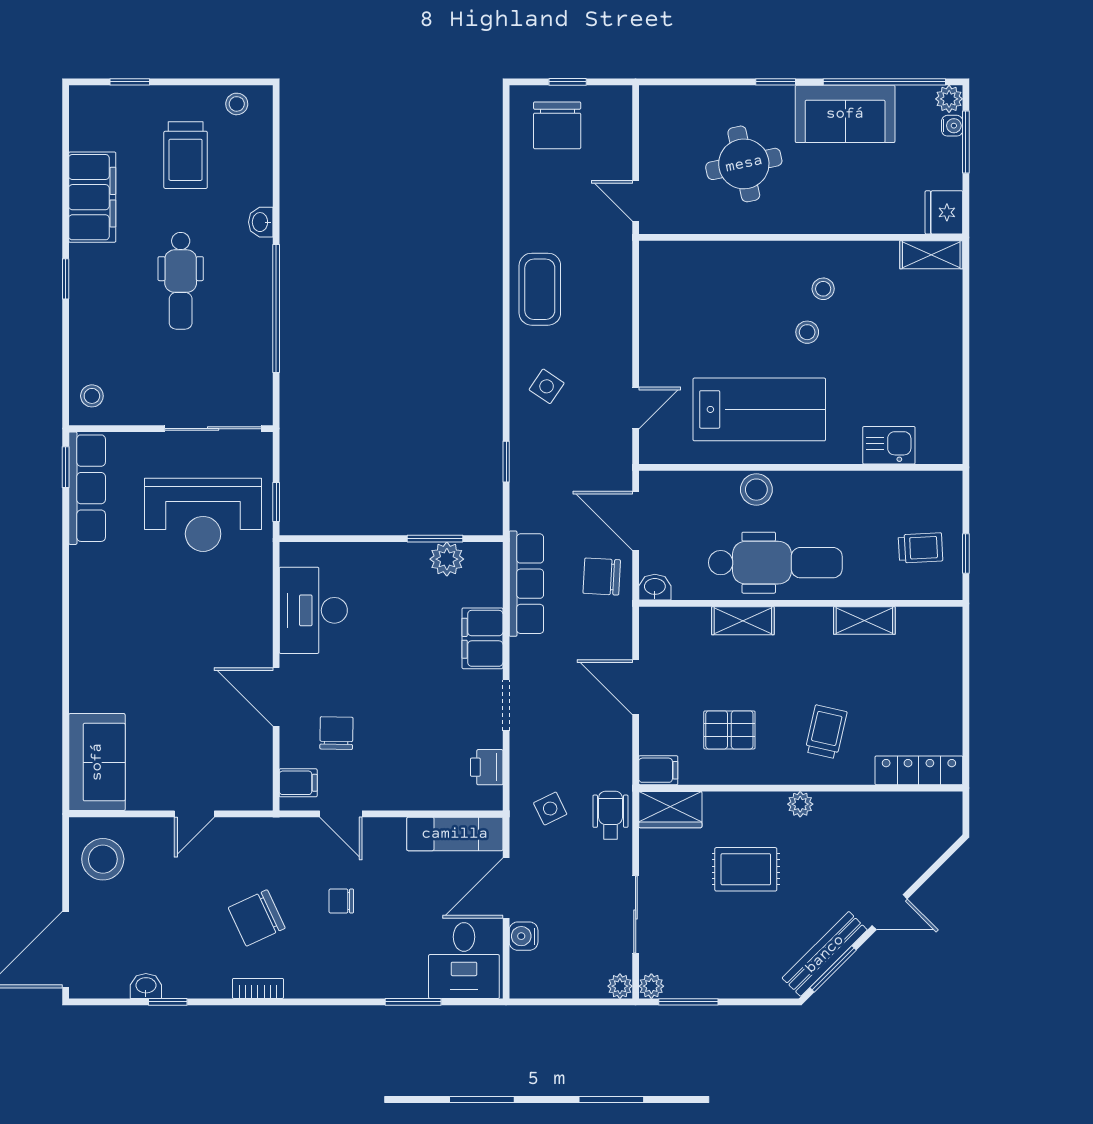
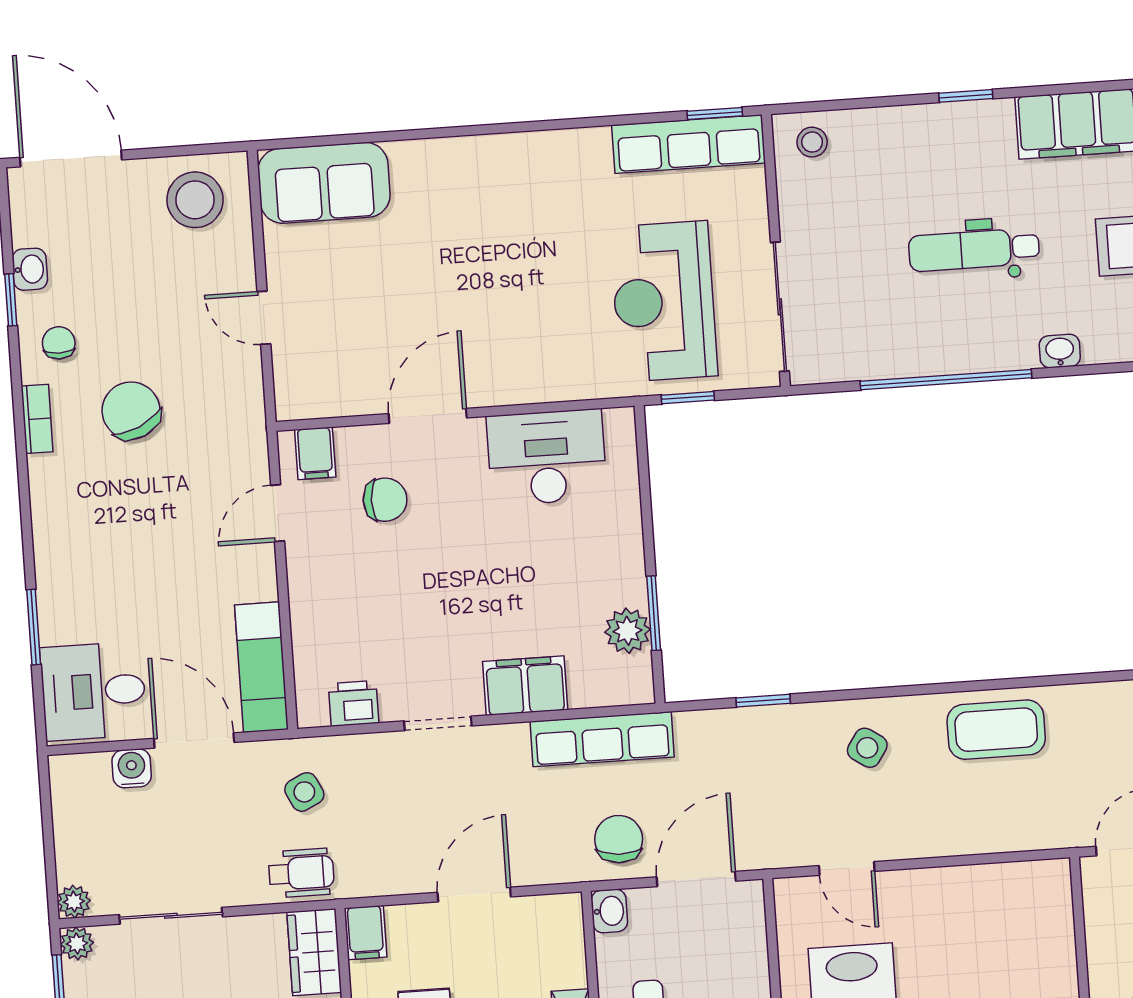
chair: (341, 901) -> (59, 343), moved

